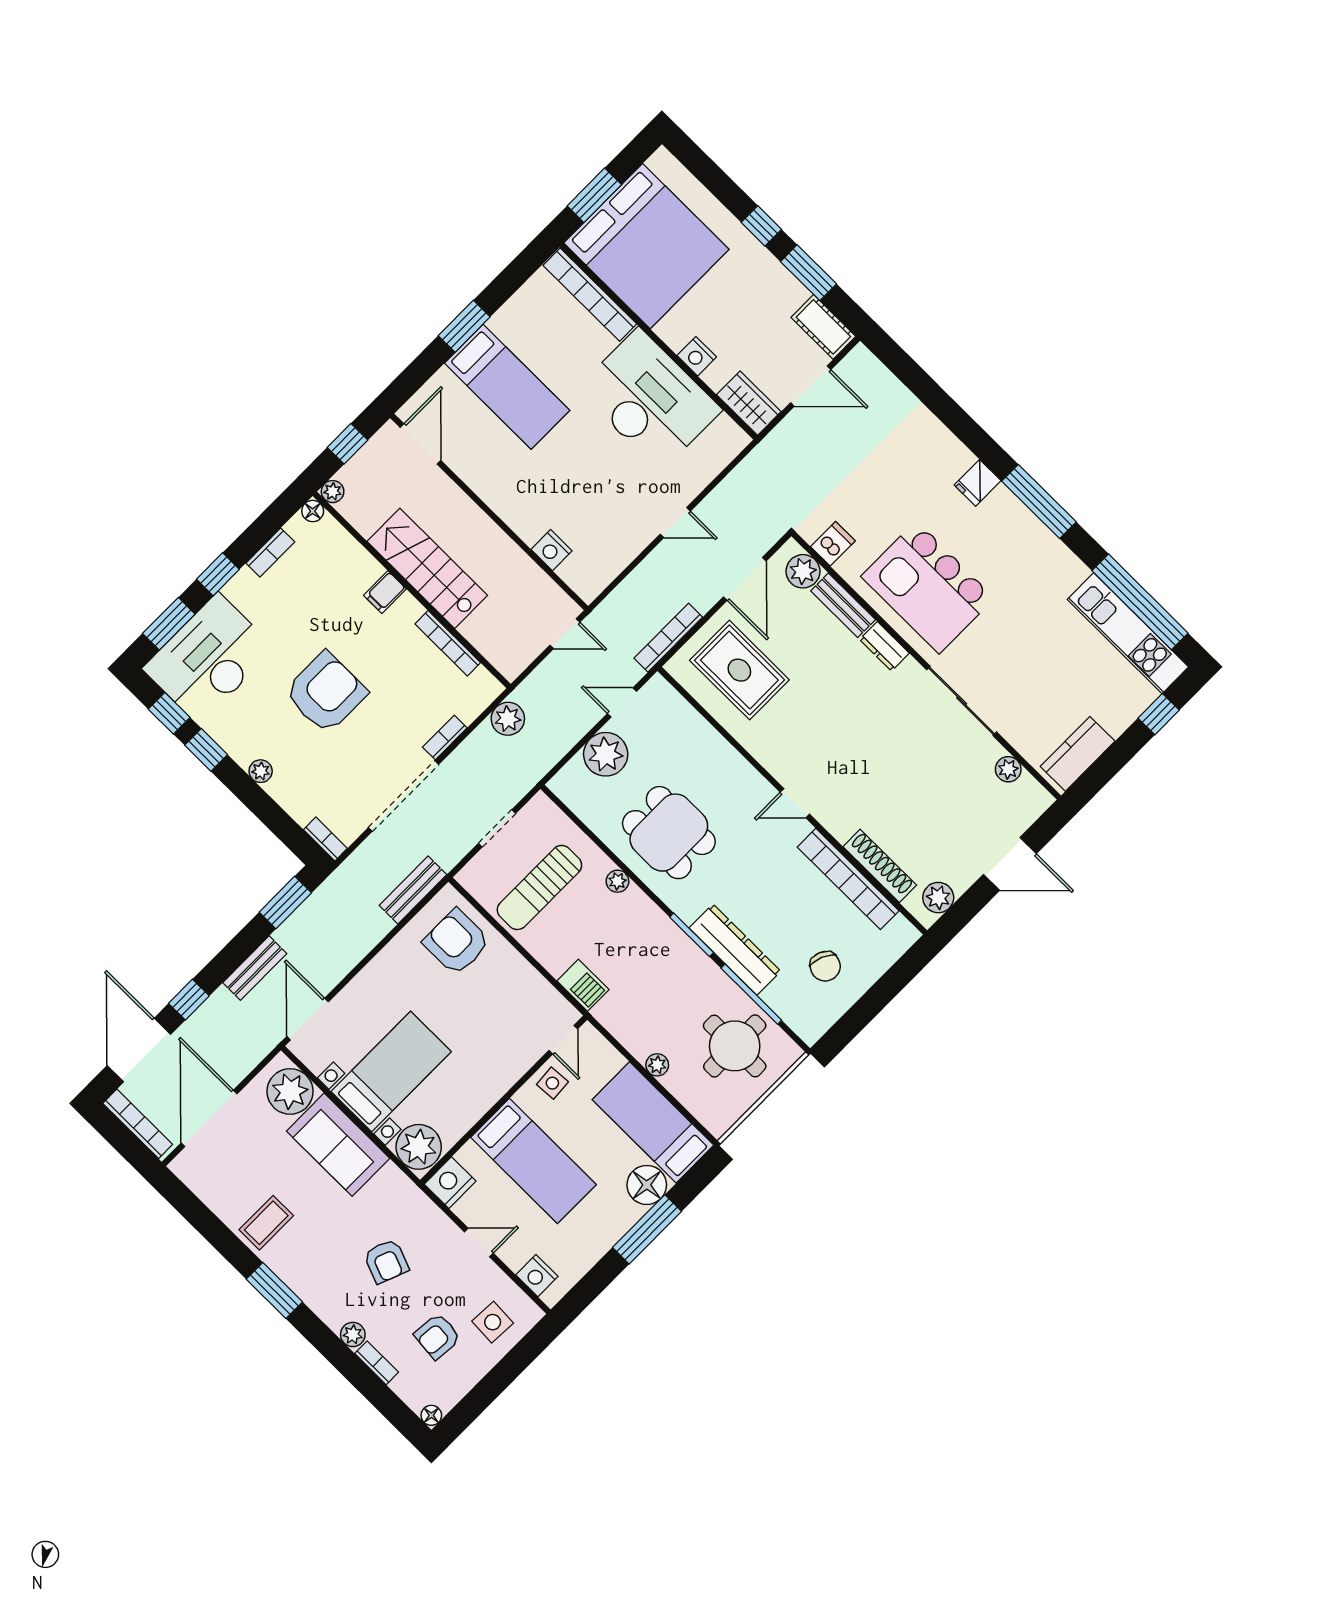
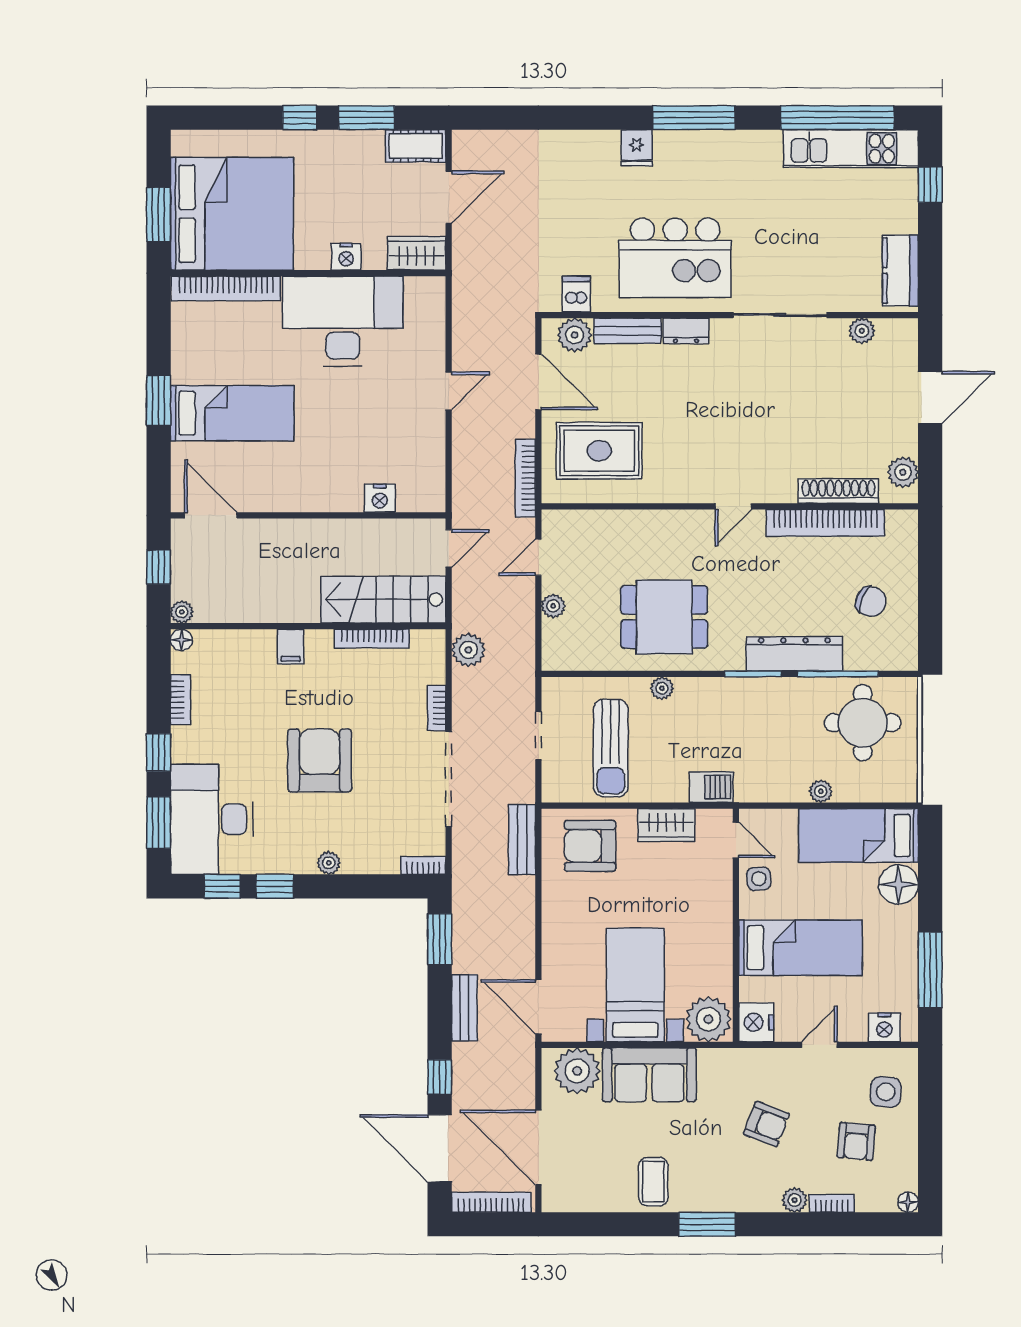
stairs: (427, 568) -> (383, 600), moved
plant: (606, 754) -> (553, 606), width x0.53, depth x0.53
wardrobe: (525, 981) -> (666, 825), added
window: (647, 1229) -> (930, 970), moved

